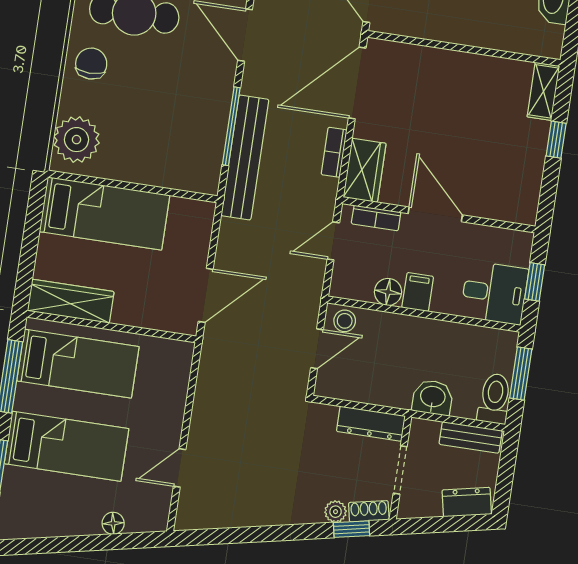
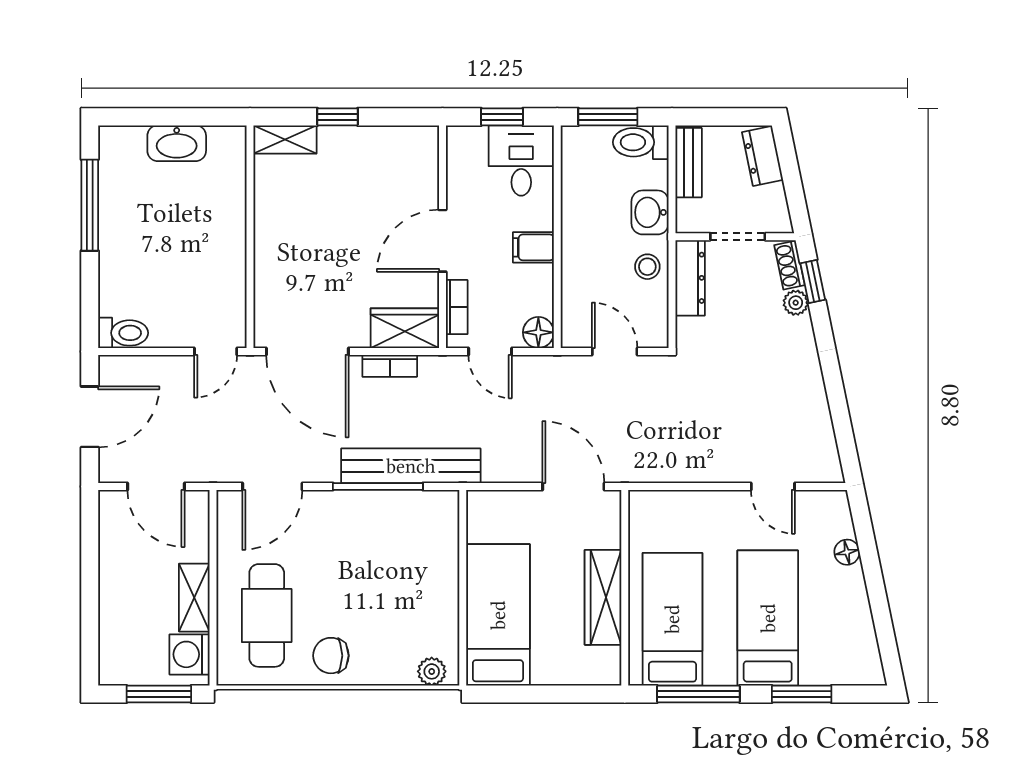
plant: (77, 140) -> (432, 671), width x0.53, depth x0.53
floor lamp: (388, 292) -> (538, 332), moved
wardrobe: (71, 301) -> (603, 597), moved
stool: (345, 321) -> (647, 267), moved

